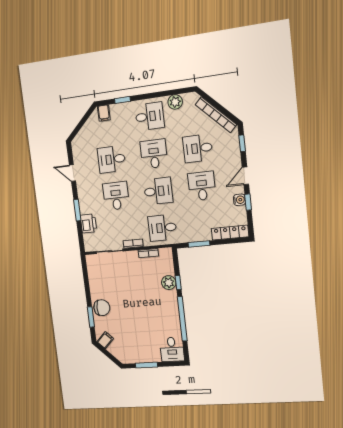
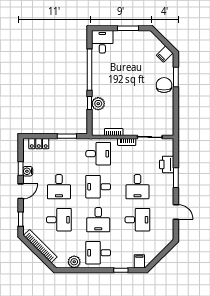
locker: (230, 233) -> (39, 144), width x0.66
chair: (102, 308) -> (164, 85), turned 90

